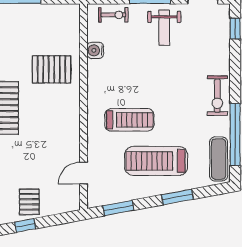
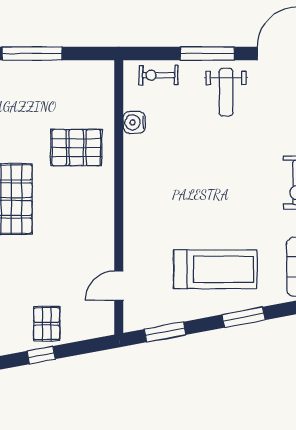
exercise bike: (113, 15) -> (158, 75), turned 180
treadmill: (129, 120) -> (180, 215), removed
treadmill: (156, 161) -> (215, 269), turned 180

